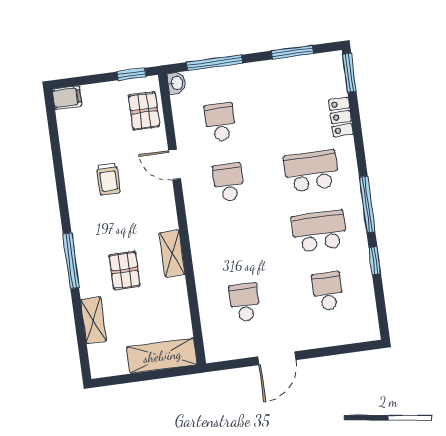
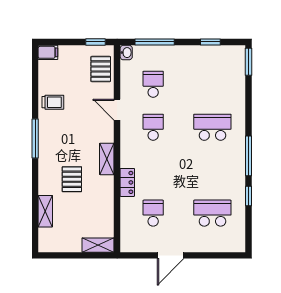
window: (292, 52) -> (210, 42), width x0.67
locker: (341, 117) -> (127, 182), moved, turned 180
trolley: (108, 179) -> (53, 102), moved, turned -90
school desk: (319, 231) -> (212, 170), removed
shelving: (172, 253) -> (107, 159), moved
window: (71, 261) -> (35, 138), moved
school desk: (327, 291) -> (212, 213), width x1.85
shelving: (162, 356) -> (98, 245), width x0.67, depth x0.75

